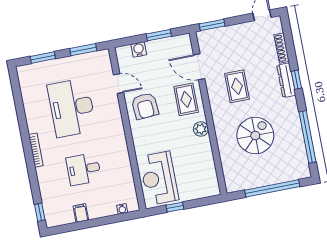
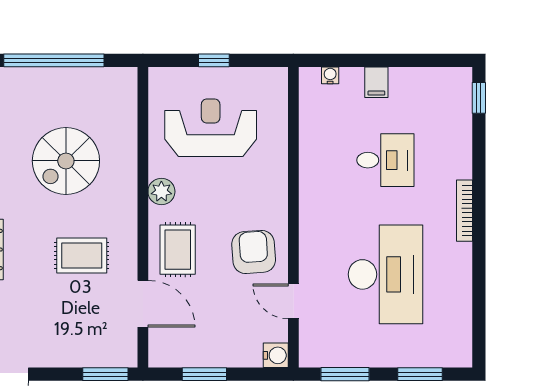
water cooler: (139, 50) -> (276, 355), moved, turned -90
rug: (237, 86) -> (82, 256), turned 90
reception desk: (159, 178) -> (211, 128), moved, turned -90
window: (175, 207) -> (214, 60), moved
filing cabinet: (81, 213) -> (376, 82), moved

